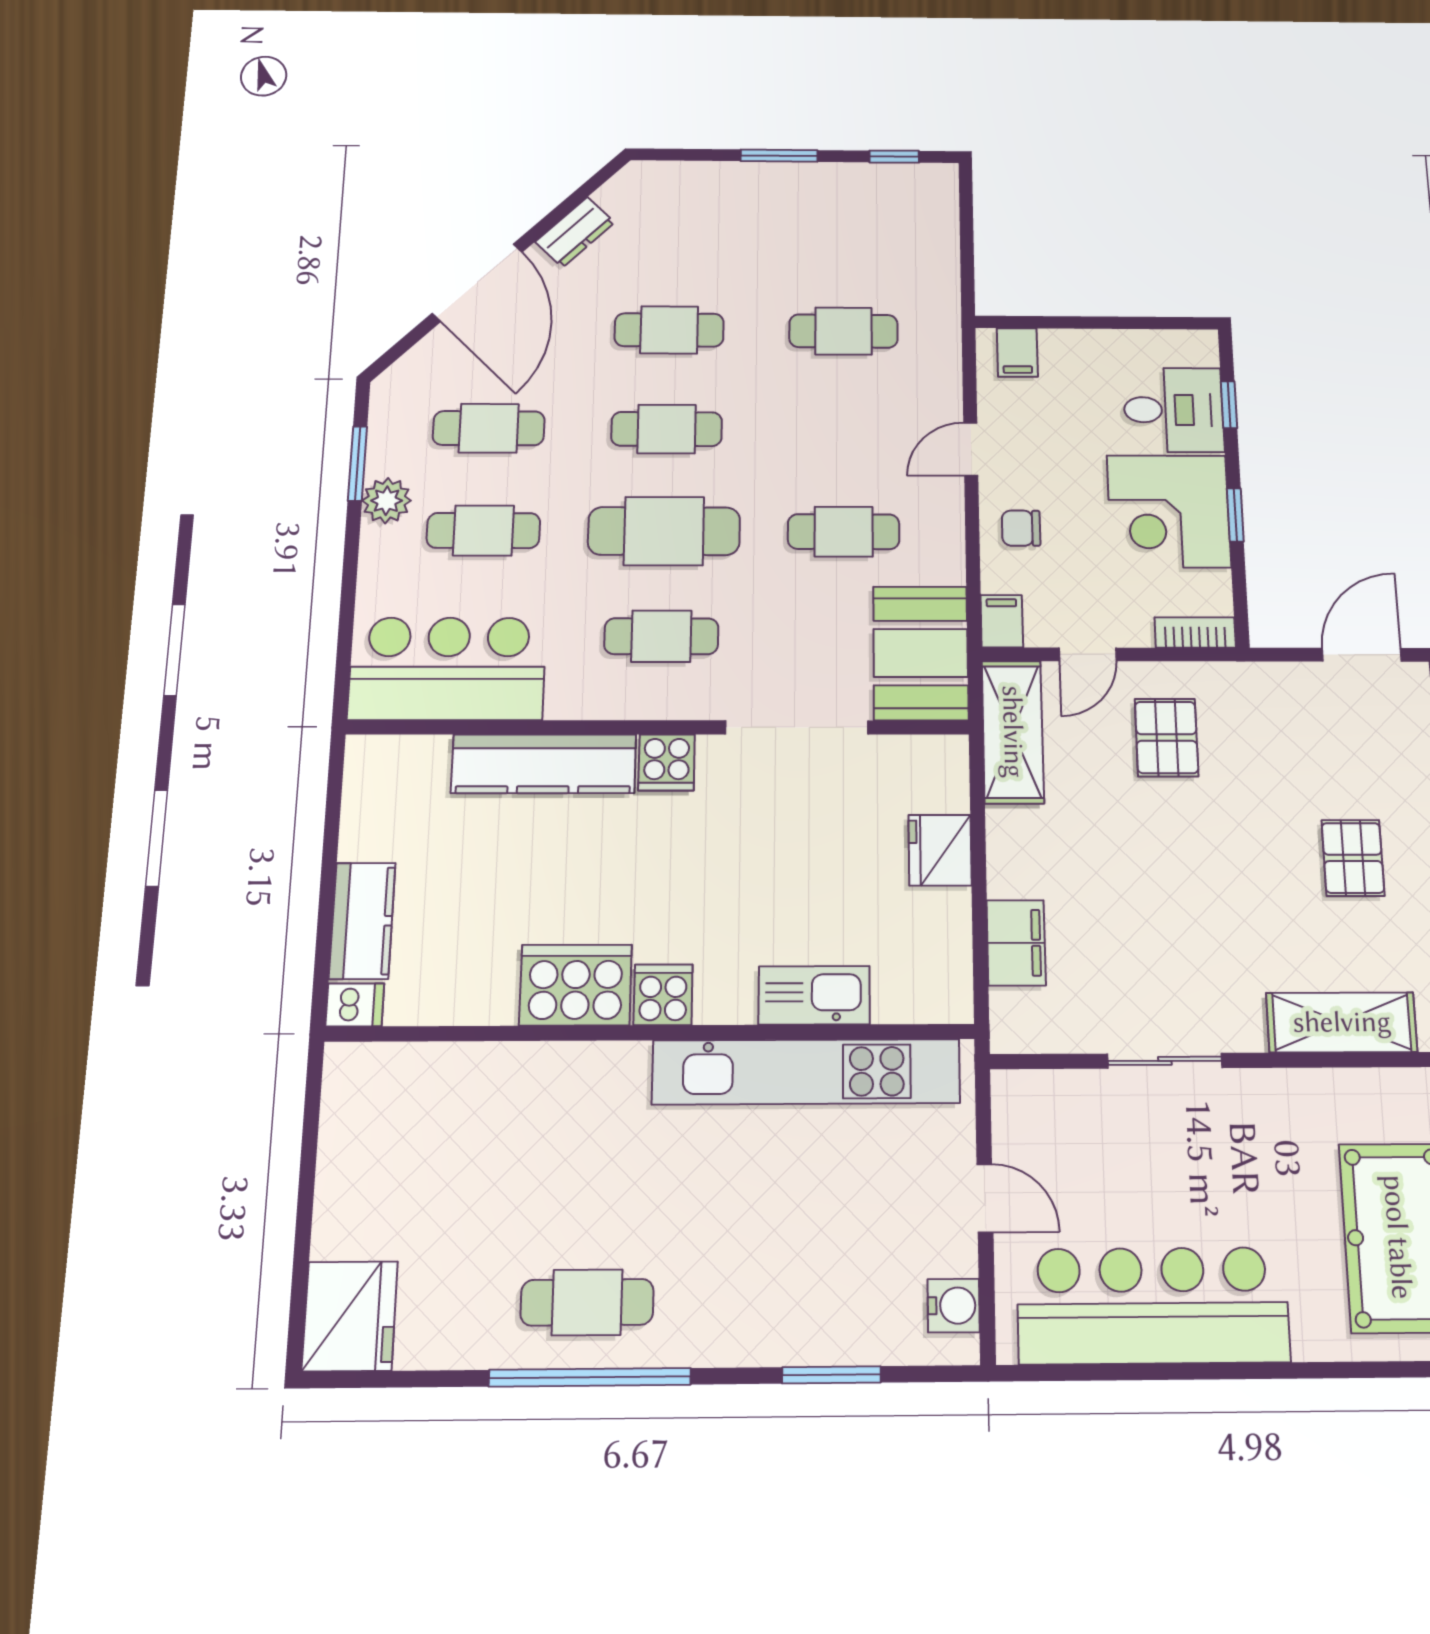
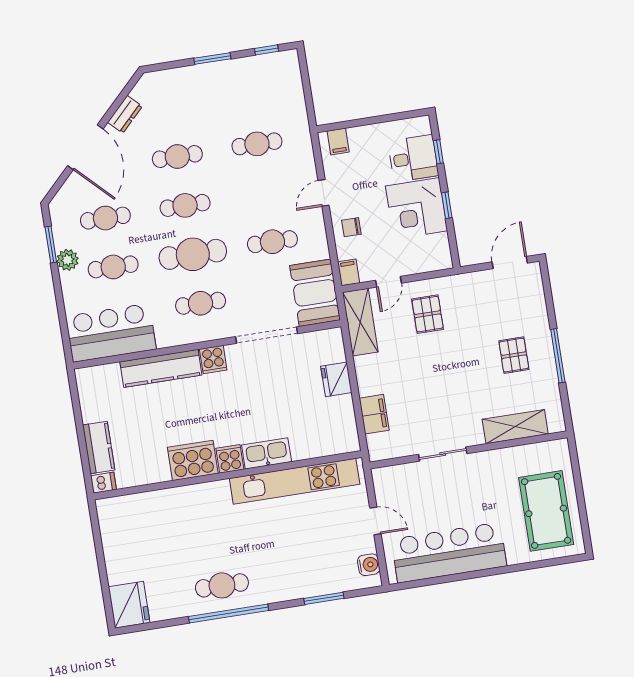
bookcase: (1195, 632) -> (435, 264), removed
kitchen sink: (814, 995) -> (267, 453), moved

